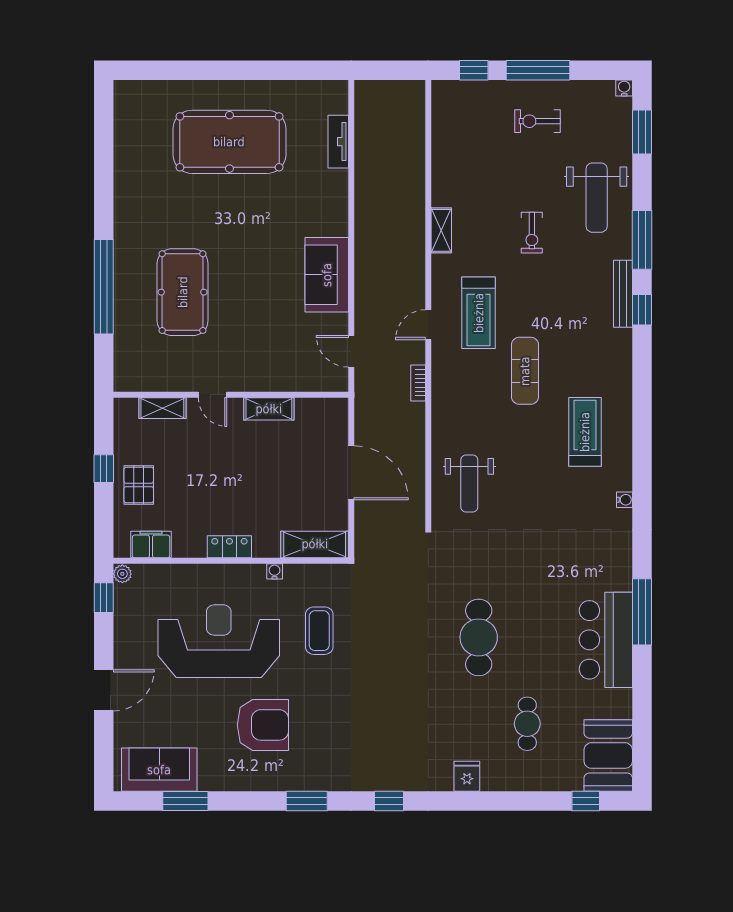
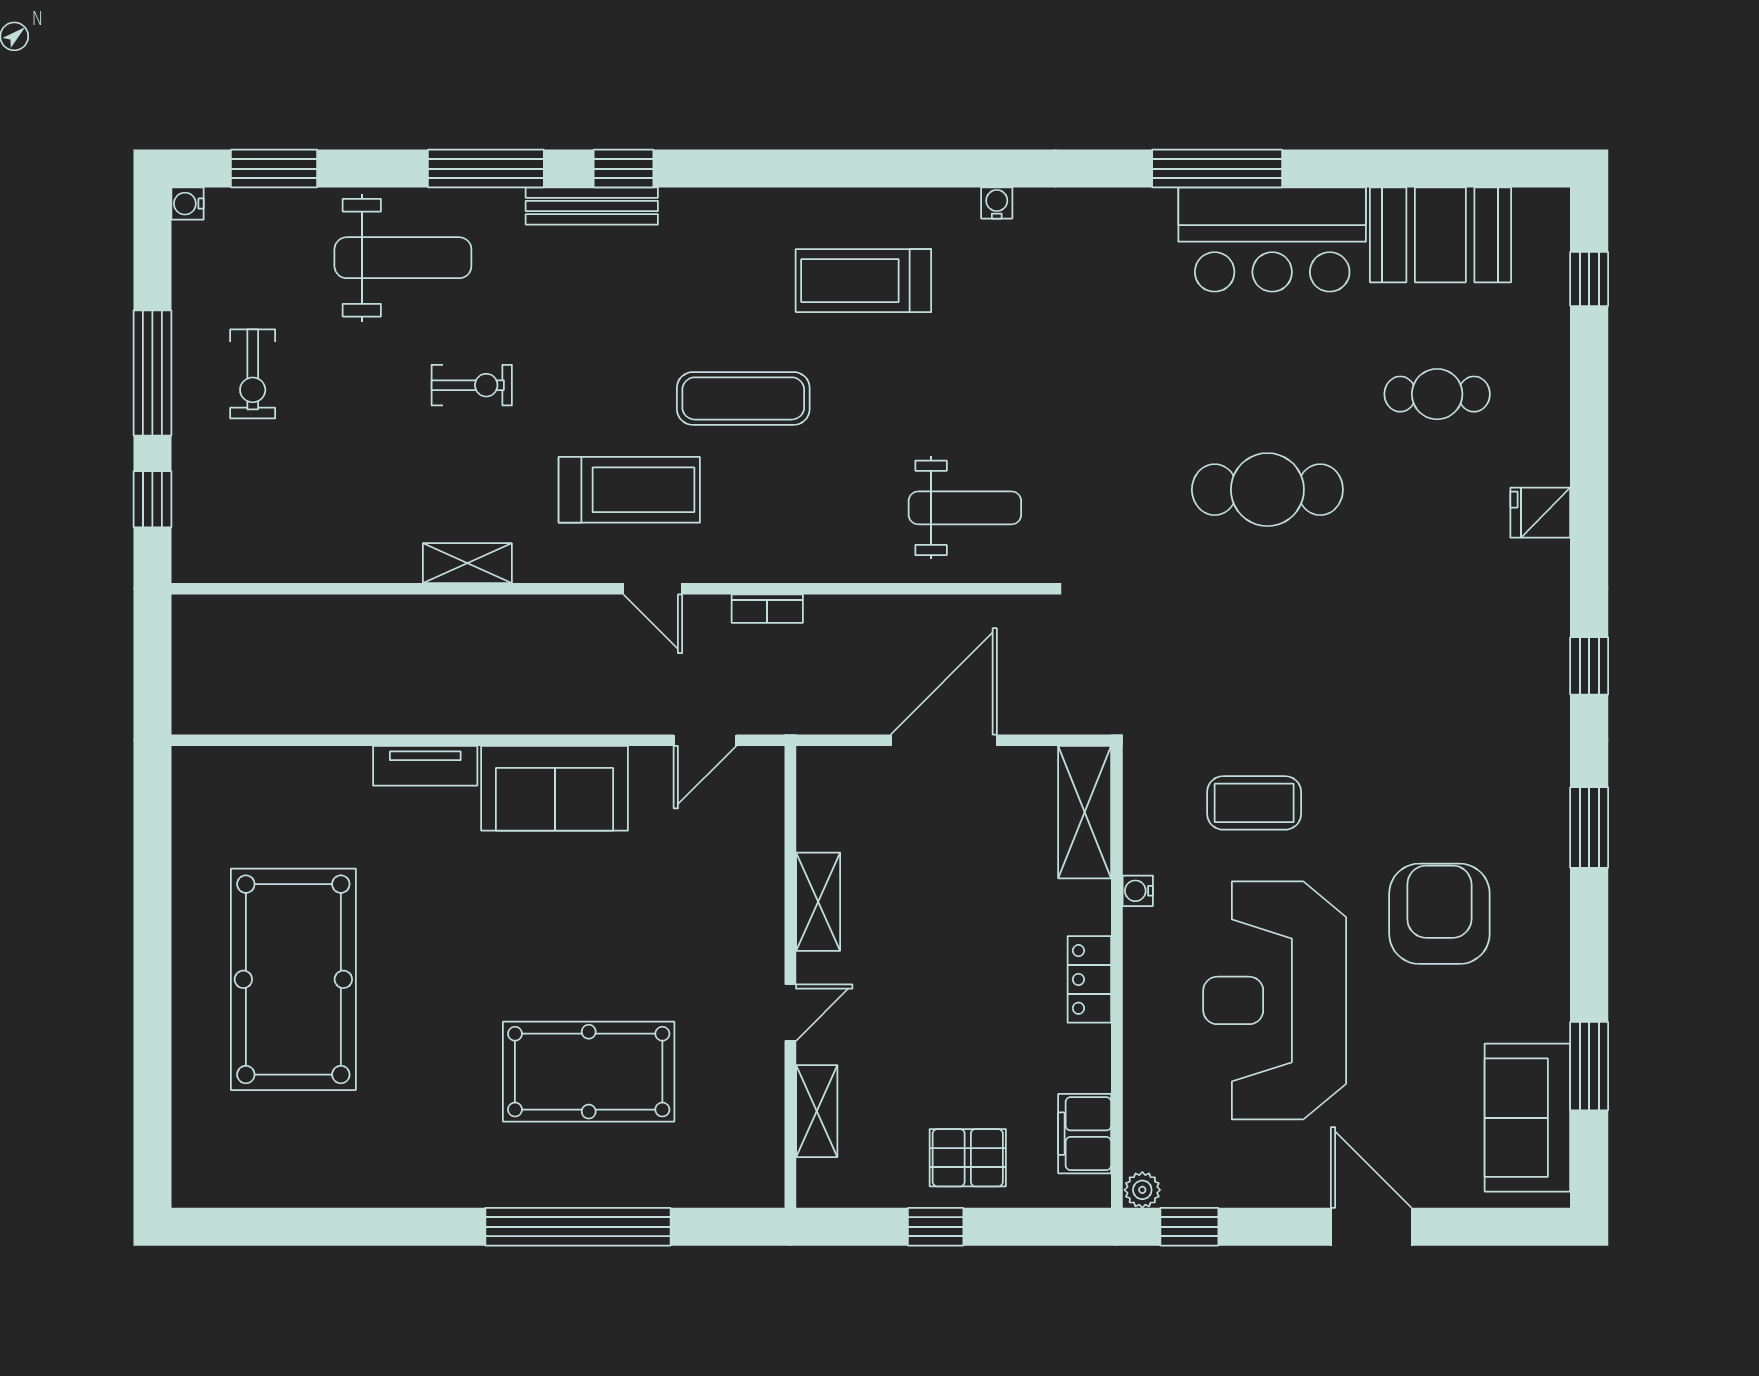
tv unit: (338, 142) -> (425, 766), moved
booth: (608, 756) -> (1440, 235), moved

